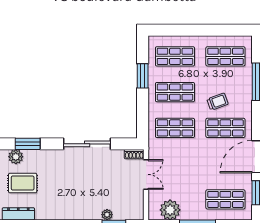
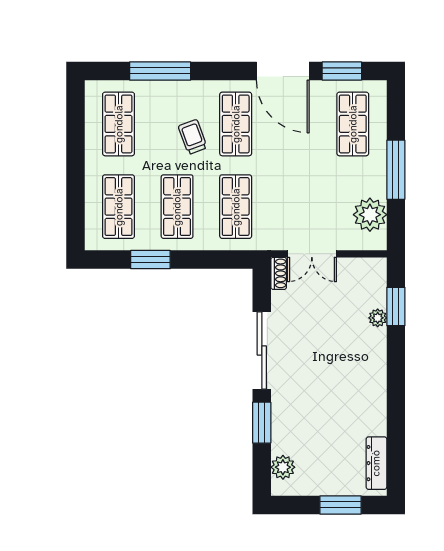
window: (28, 144) -> (262, 423), moved
double door: (146, 174) -> (312, 254), swing flipped
rug: (23, 183) -> (326, 456), removed

